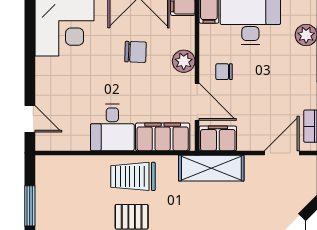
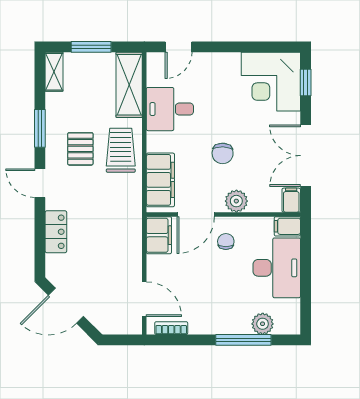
chair: (136, 52) -> (223, 153), moved
desk: (112, 127) -> (170, 109), moved
shelving: (211, 168) -> (129, 85), moved

